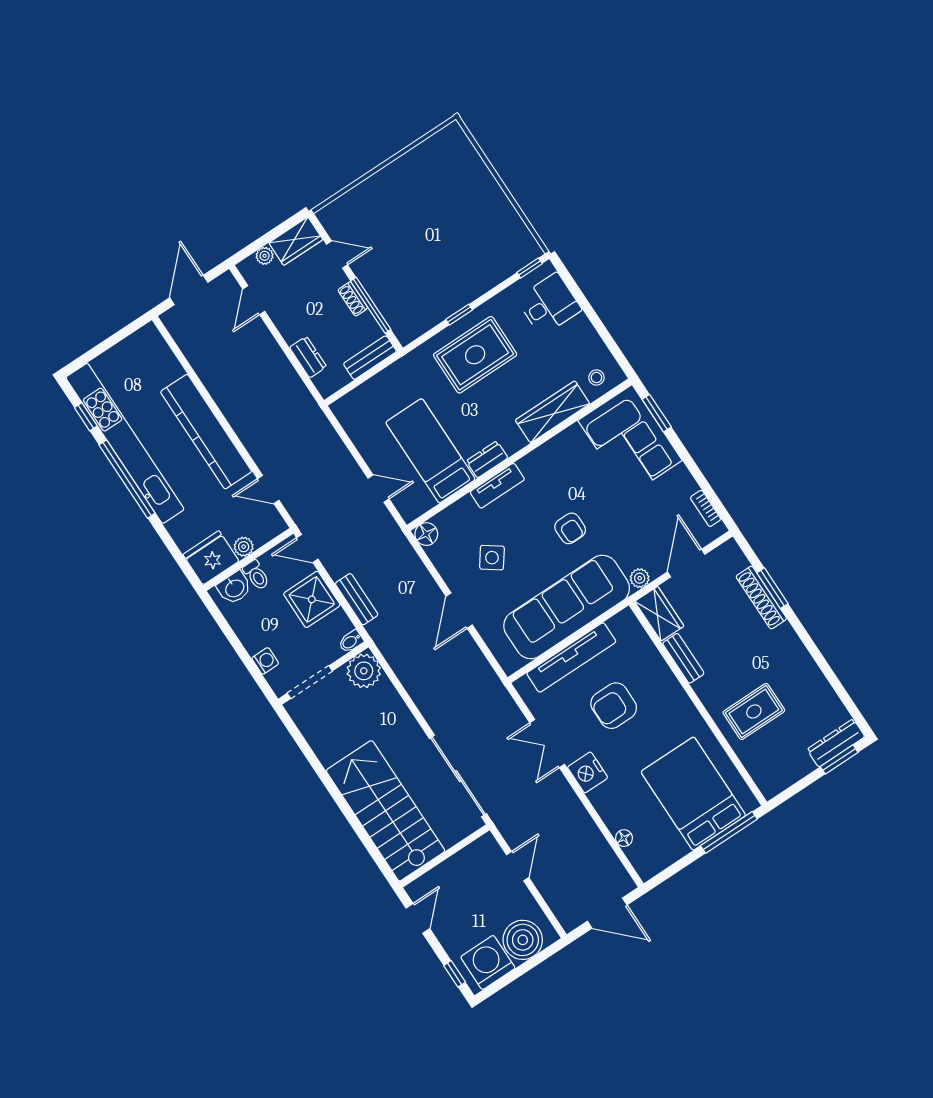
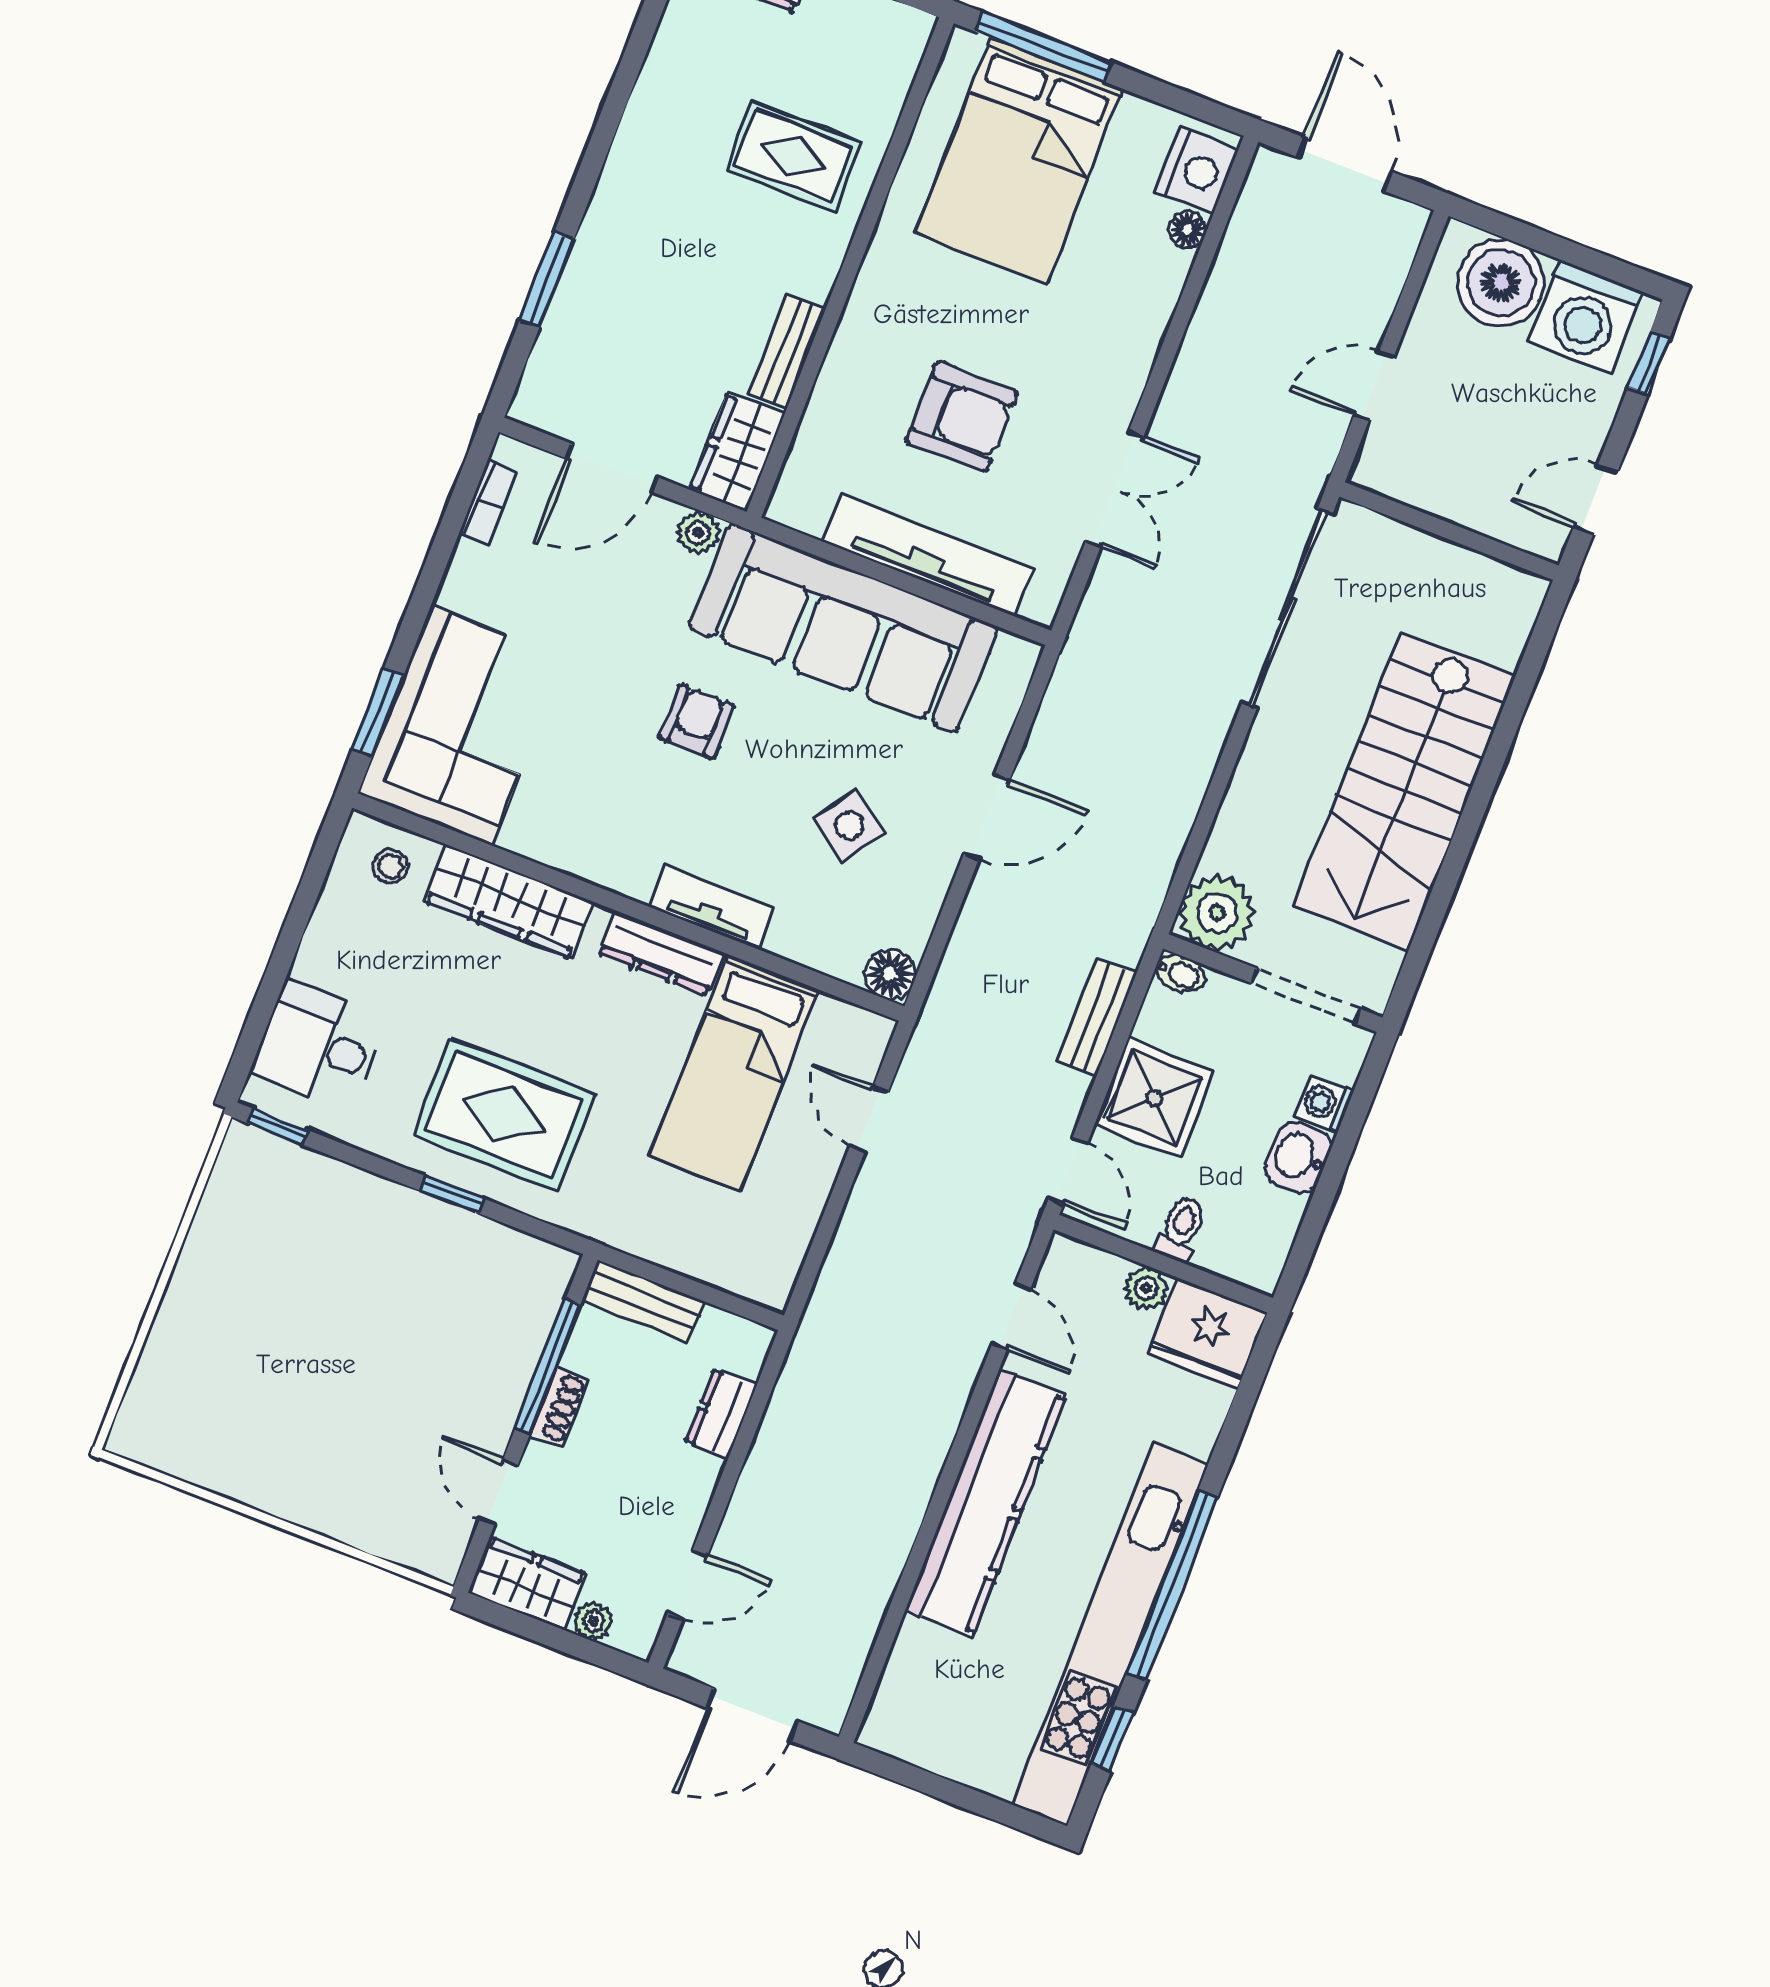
dresser: (487, 459) -> (661, 953), width x1.44
washbasin: (234, 588) -> (1298, 1157), moved, turned -90
shoe rack: (761, 598) -> (578, 288), removed
nightstand: (588, 772) -> (1196, 171), moved
stairs: (386, 811) -> (1405, 791), moved

